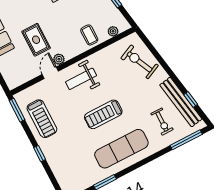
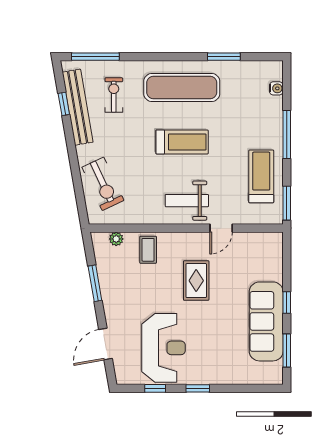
rug: (36, 40) -> (196, 281), moved
plant: (59, 59) -> (202, 239), removed
weight bench: (81, 79) -> (187, 201), turned 180
window: (40, 154) -> (287, 135), width x2.17
water cooler: (61, 179) -> (276, 88), added

